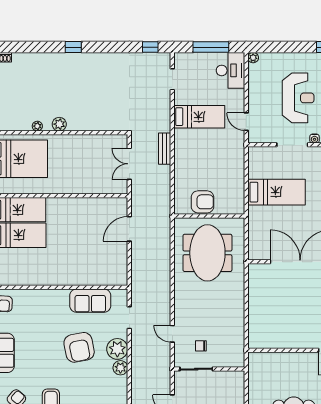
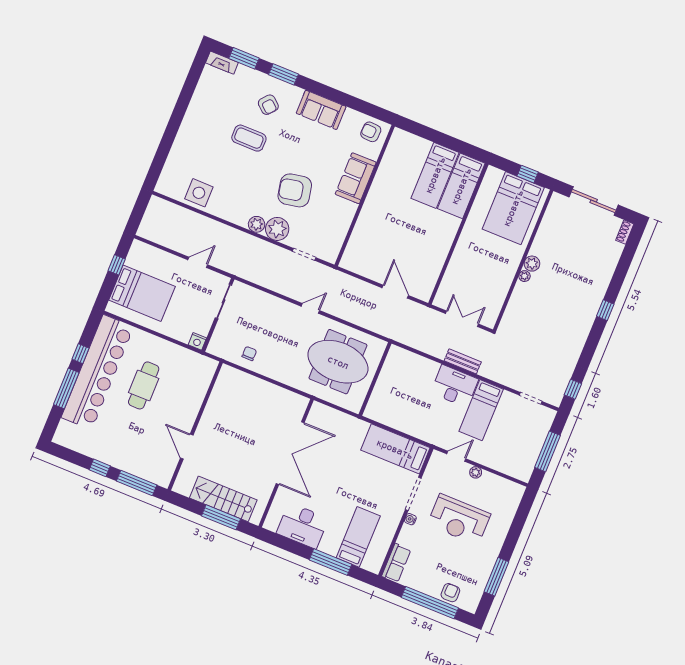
plant: (253, 58) -> (476, 472), moved
desk: (230, 70) -> (454, 386), moved, turned 180
plant: (37, 126) -> (524, 276), moved
bed: (276, 192) -> (395, 449), moved, turned 90
armchair: (203, 202) -> (392, 378), removed
sofa: (90, 301) -> (356, 178), moved
door: (172, 334) -> (310, 308), moved
chair: (201, 346) -> (249, 353), moved
nightstand: (239, 377) -> (197, 341), added

